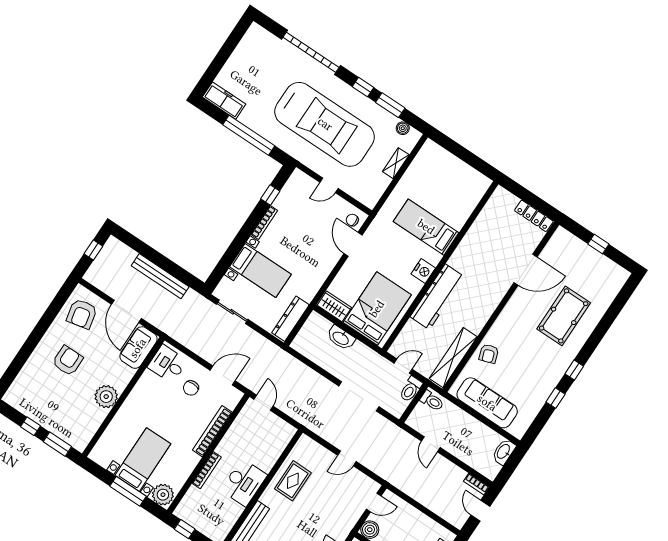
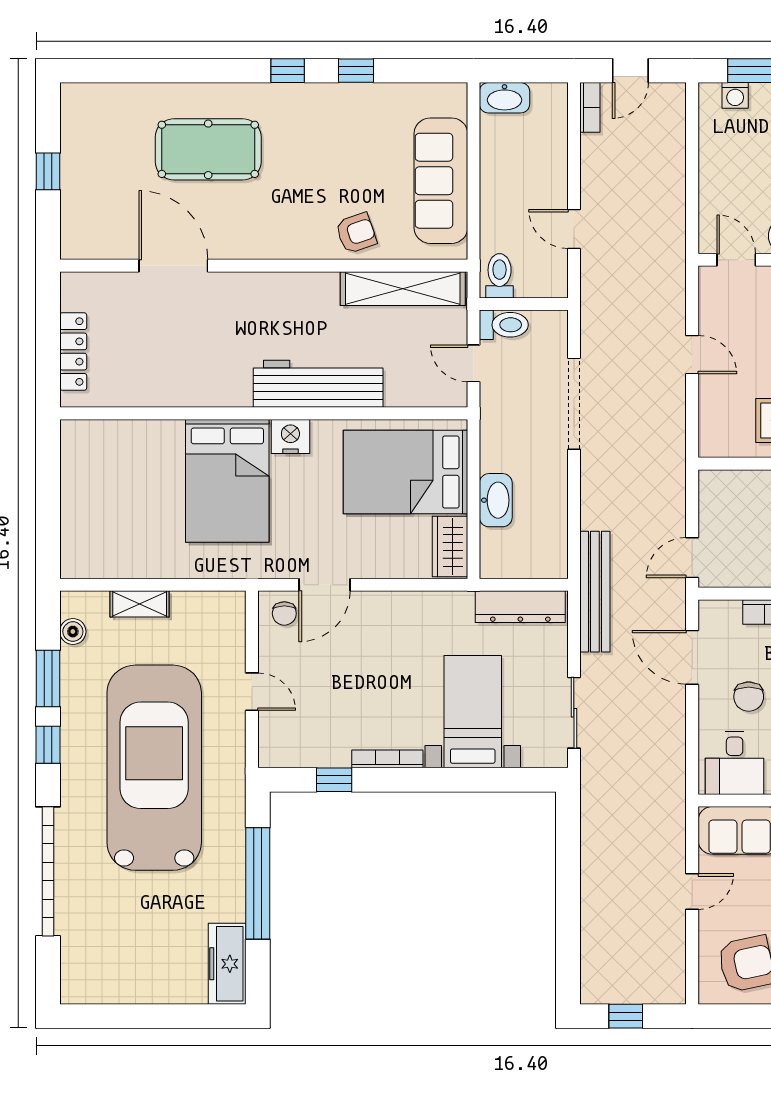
locker: (534, 216) -> (73, 352), moved
bed: (426, 227) -> (227, 481), width x1.50
bench: (160, 276) -> (595, 592), moved
door: (126, 311) -> (692, 891), width x0.53
chair: (191, 388) -> (749, 697), turned 90
door: (431, 444) -> (574, 229), swing flipped

